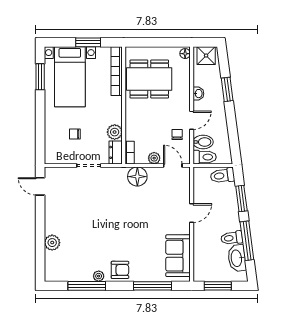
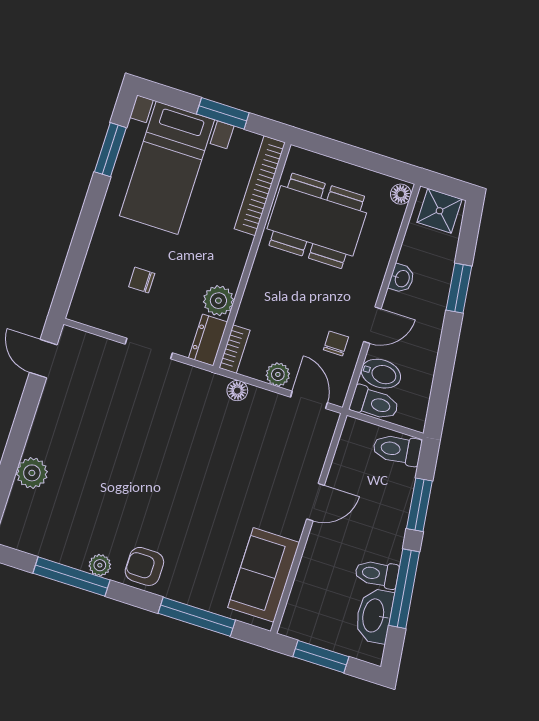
floor lamp: (137, 177) -> (237, 391), width x0.53, depth x0.53
armchair: (120, 270) -> (144, 566), turned 180

